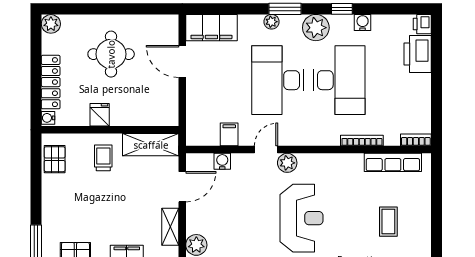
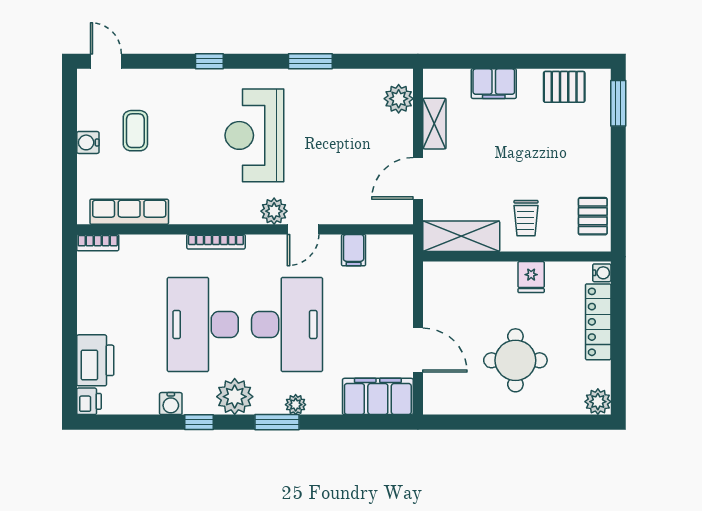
bookcase: (362, 141) -> (216, 242), moved
water cooler: (222, 161) -> (88, 142), moved, turned 90

